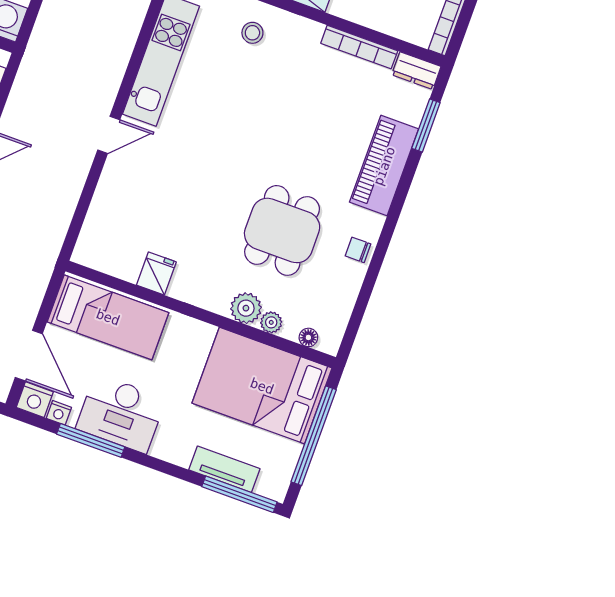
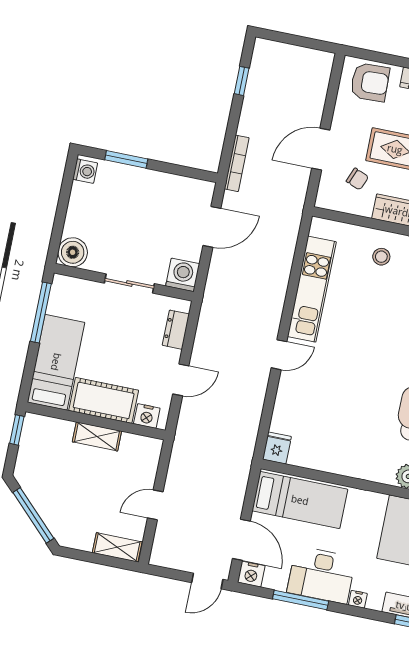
fridge: (156, 273) -> (277, 448), moved
nightstand: (59, 413) -> (358, 599), moved

